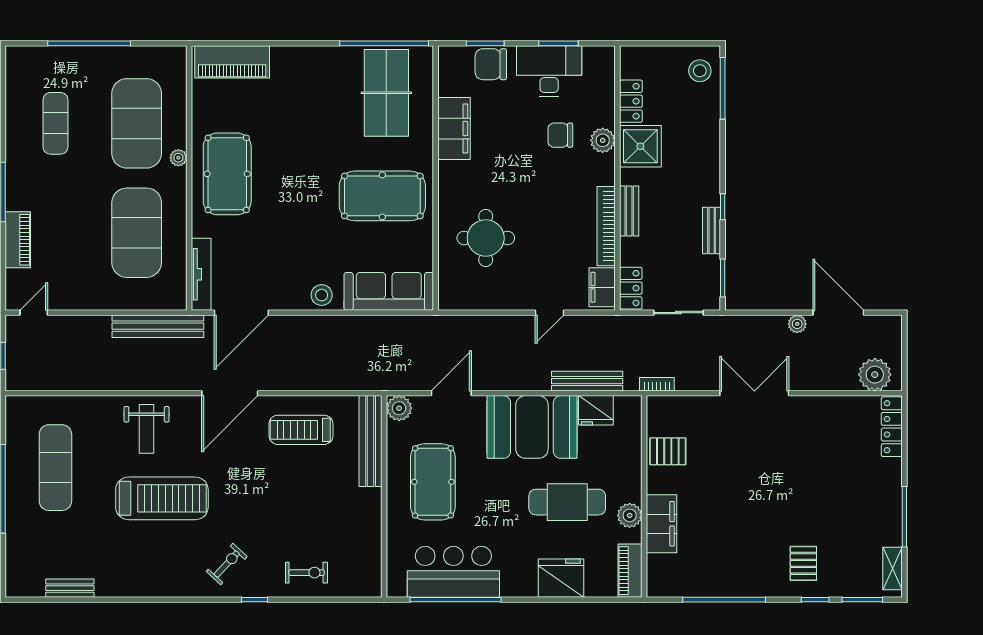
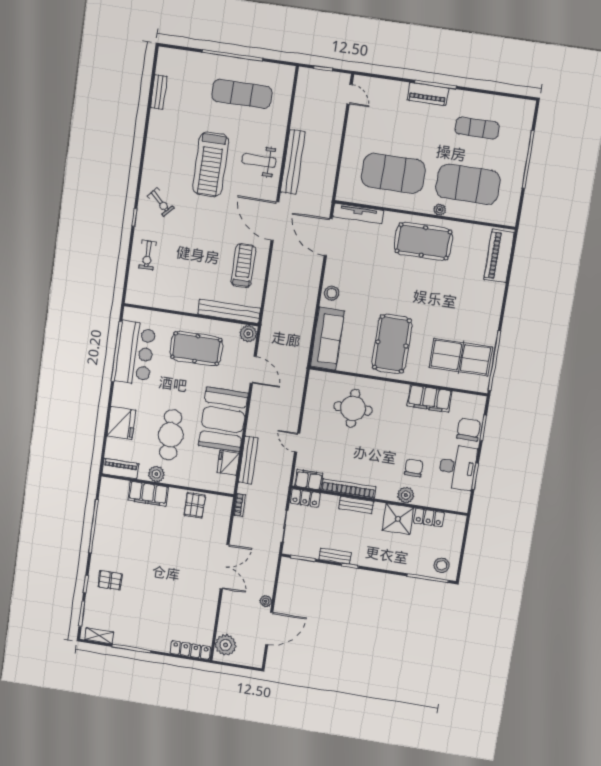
piano: (18, 240) -> (428, 94), moved
bench: (158, 326) -> (293, 162), moved

